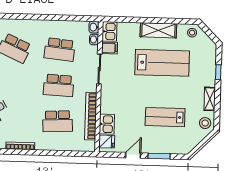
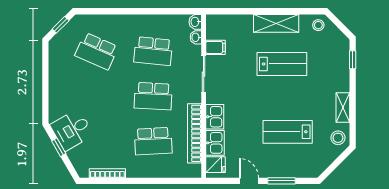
kitchen sink: (109, 31) -> (215, 117), moved
lab bench: (162, 63) -> (282, 64), width x0.73, depth x0.72
window: (218, 72) -> (353, 60), moved
door: (133, 155) -> (249, 181), hinge flipped

